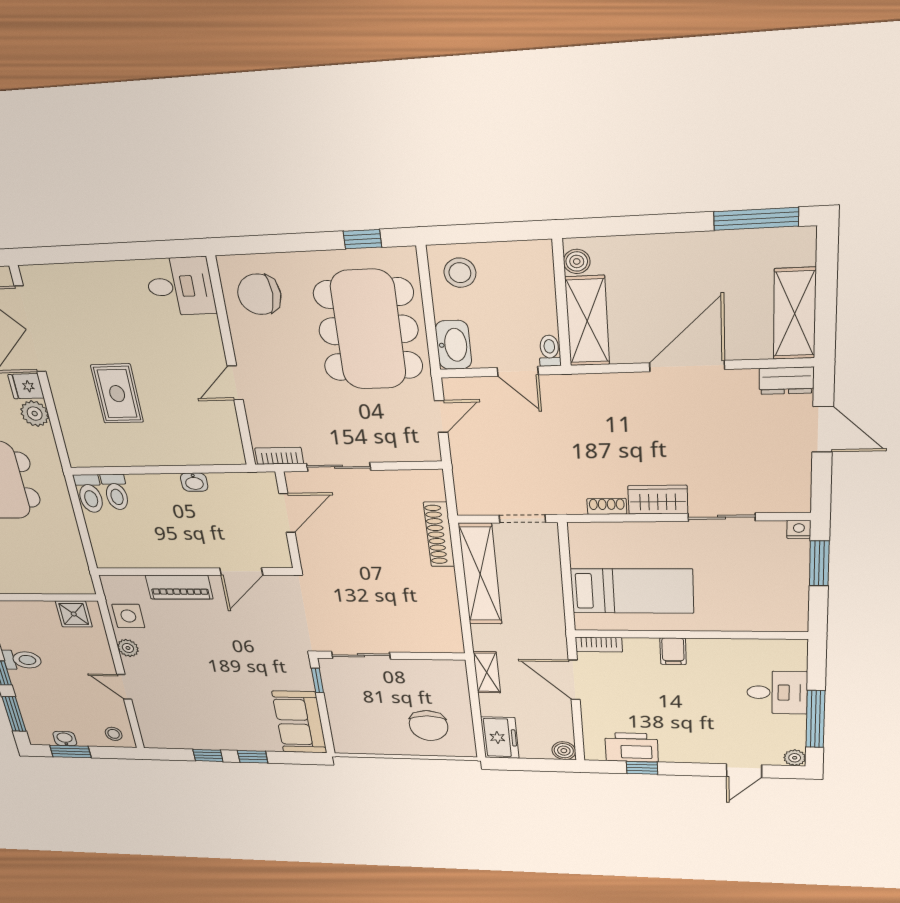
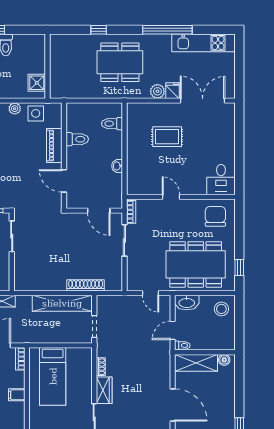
toilet: (90, 494) -> (77, 139), moved, turned 180

